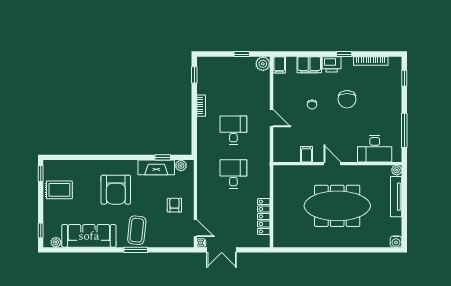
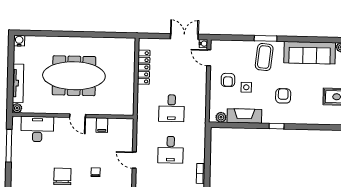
window: (163, 157) -> (277, 126), moved
armchair: (116, 190) -> (283, 96), width x0.53, depth x0.53
side table: (155, 198) -> (246, 87), added

